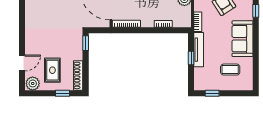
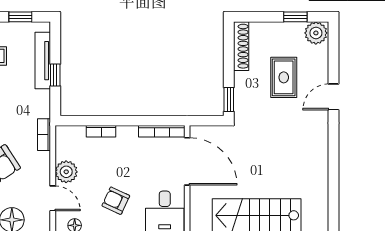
tv unit: (199, 50) -> (43, 61), moved
door: (22, 63) -> (334, 97), moved
rug: (52, 70) -> (284, 77), moved
window: (63, 93) -> (295, 17), moved

